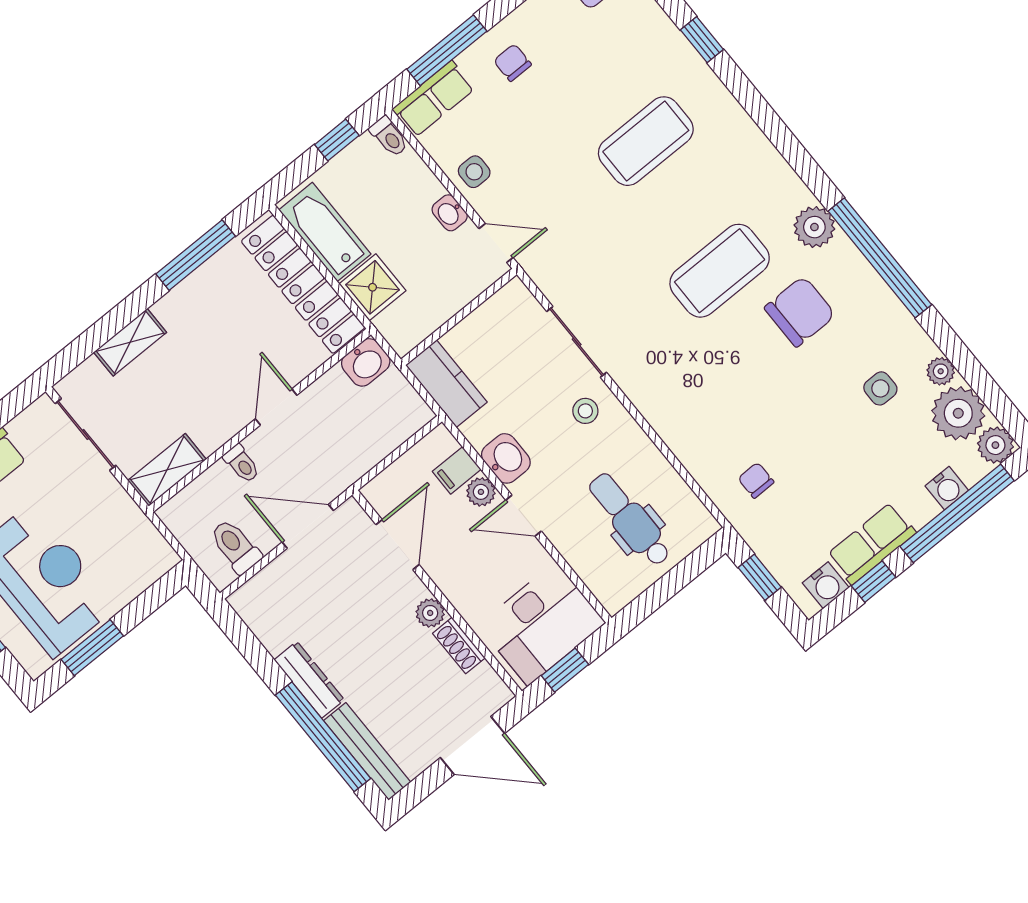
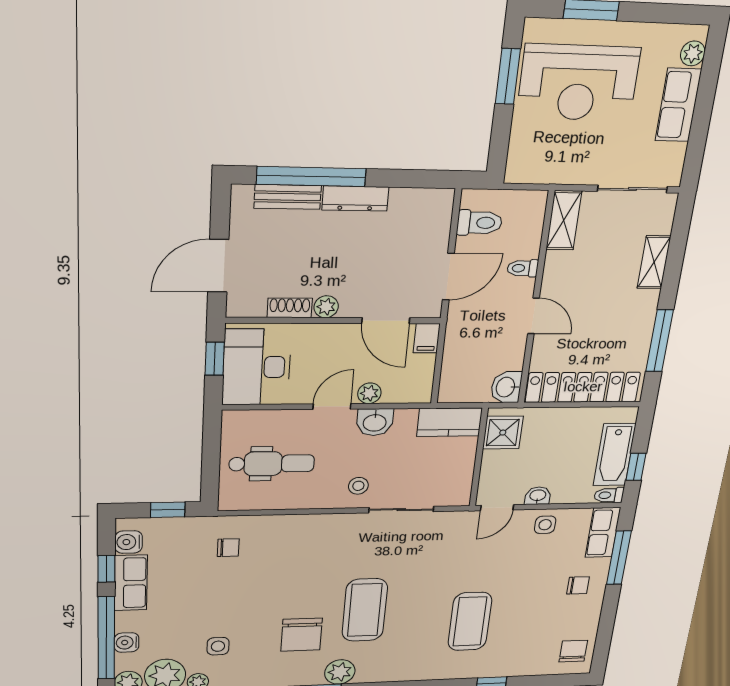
bathtub: (325, 232) -> (615, 455), moved, turned 90
shower: (373, 287) -> (503, 433), moved
filing cabinet: (457, 470) -> (427, 338), moved, turned 180
bench: (367, 751) -> (288, 197), width x0.73

